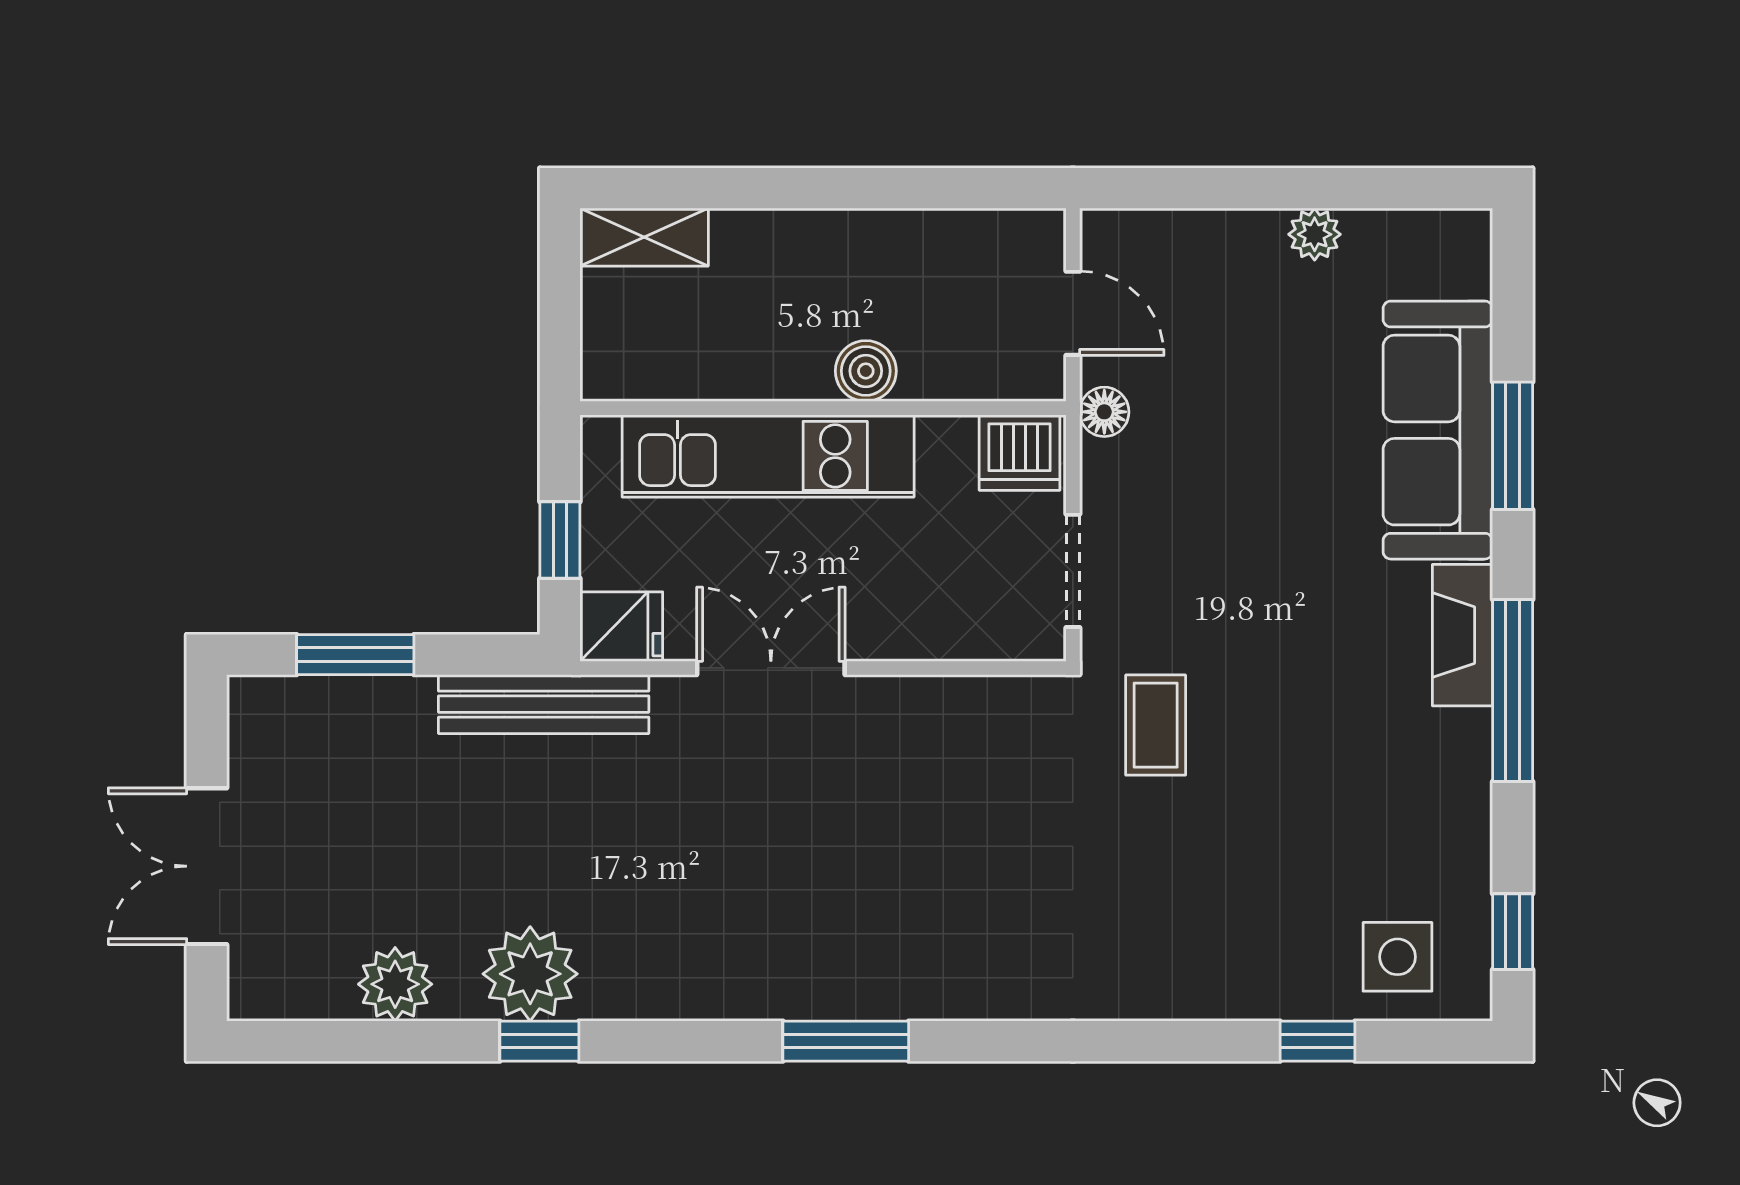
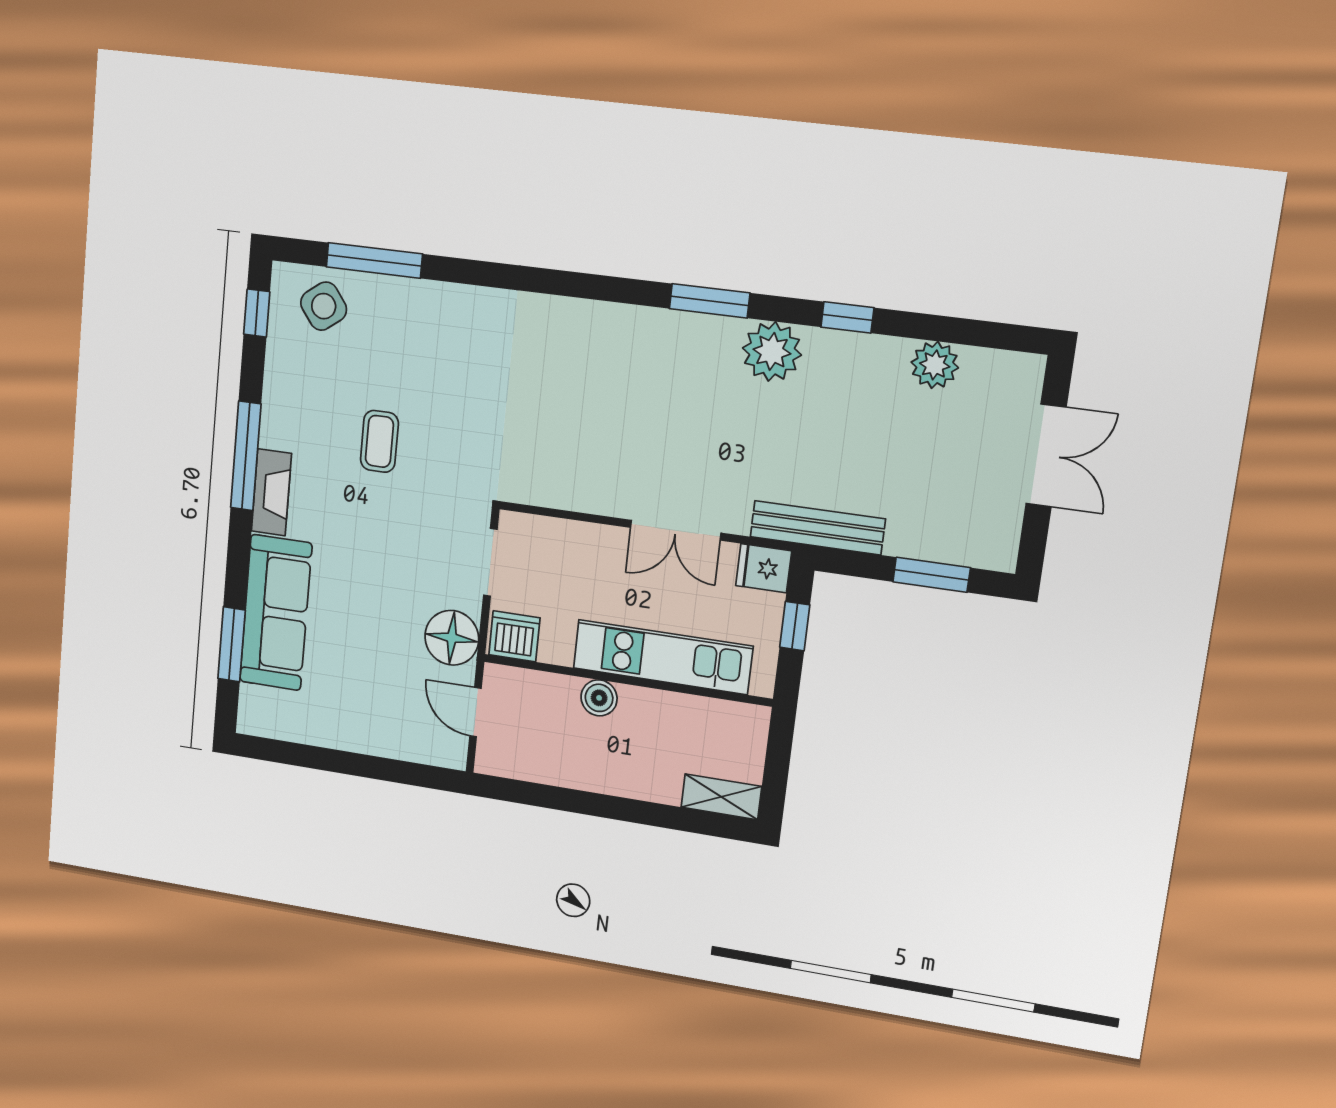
plant: (1315, 234) -> (335, 735), removed
floor lamp: (1104, 412) -> (452, 638), width x1.89, depth x1.89
window: (1513, 446) -> (232, 644), moved
coffee table: (1156, 725) -> (379, 441), moved
side table: (1398, 957) -> (324, 306), turned -37
plant: (530, 974) -> (772, 351), moved
window: (846, 1041) -> (710, 301), moved
window: (1318, 1041) -> (374, 260), width x2.17

